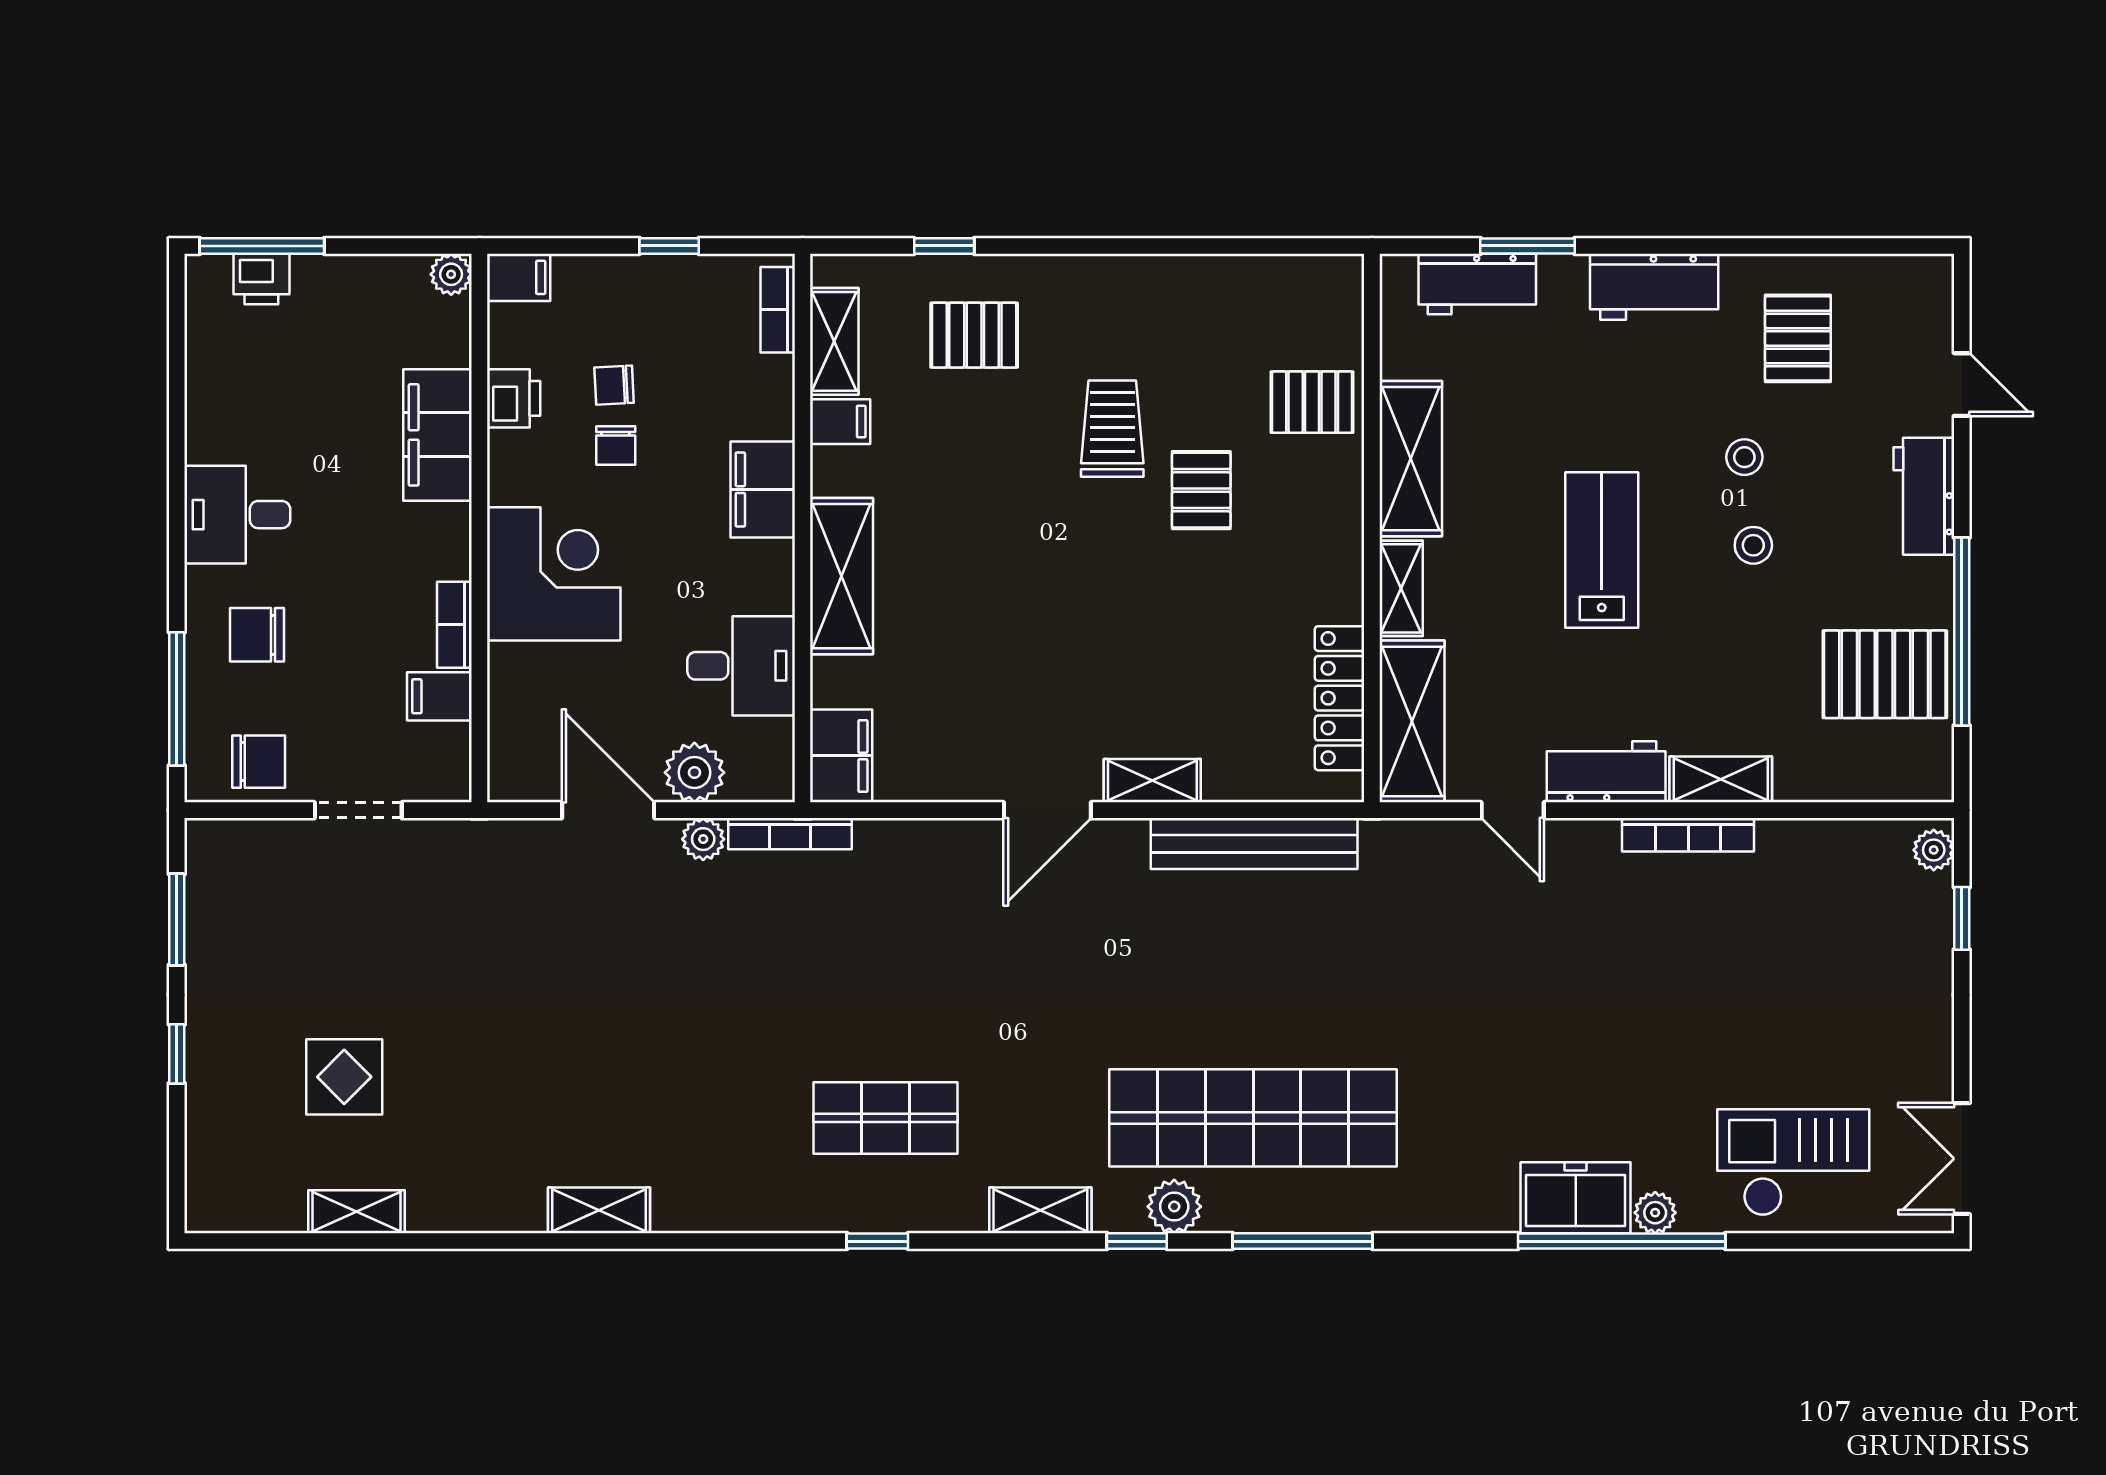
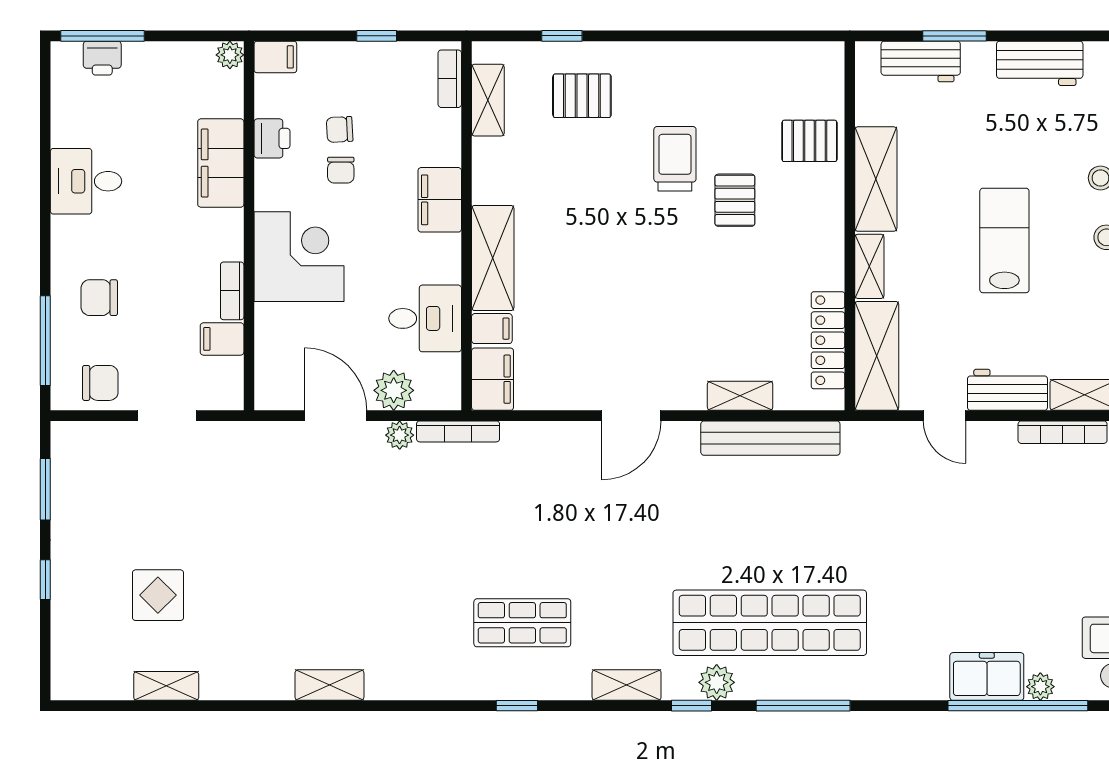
filing cabinet: (840, 422) -> (492, 329), moved
desk: (237, 515) -> (86, 181), moved
shelving: (1152, 781) -> (740, 396), moved

